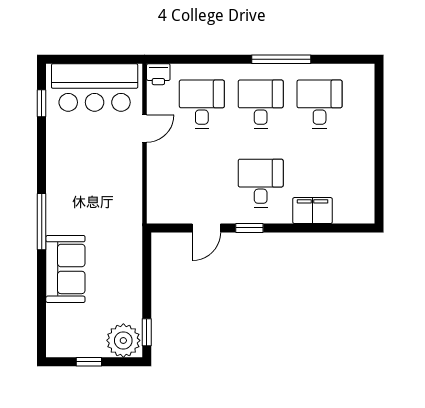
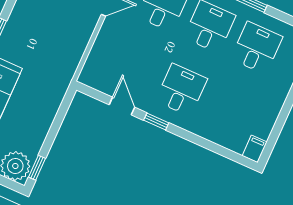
filing cabinet: (313, 211) -> (255, 149), moved, width x0.50
door: (206, 228) -> (122, 106), swing flipped

